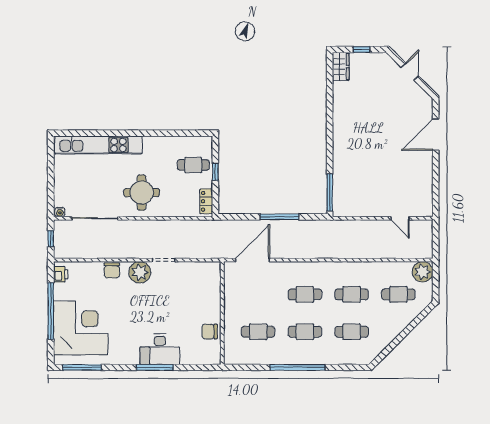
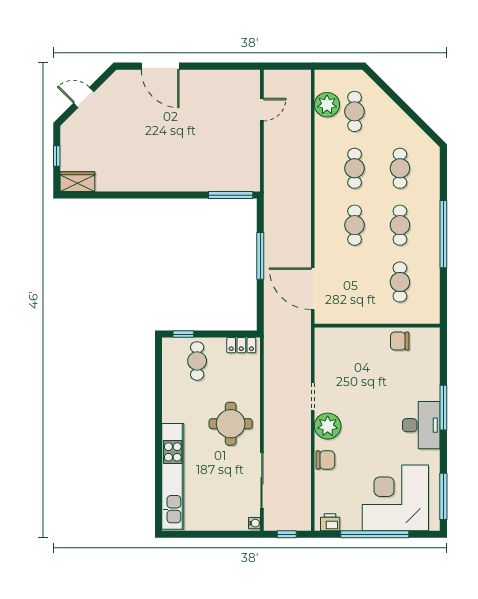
window: (215, 172) -> (183, 334), moved
plant: (423, 272) -> (327, 105), moved
chair: (210, 332) -> (400, 341), turned 90
desk: (160, 349) -> (421, 425), moved

